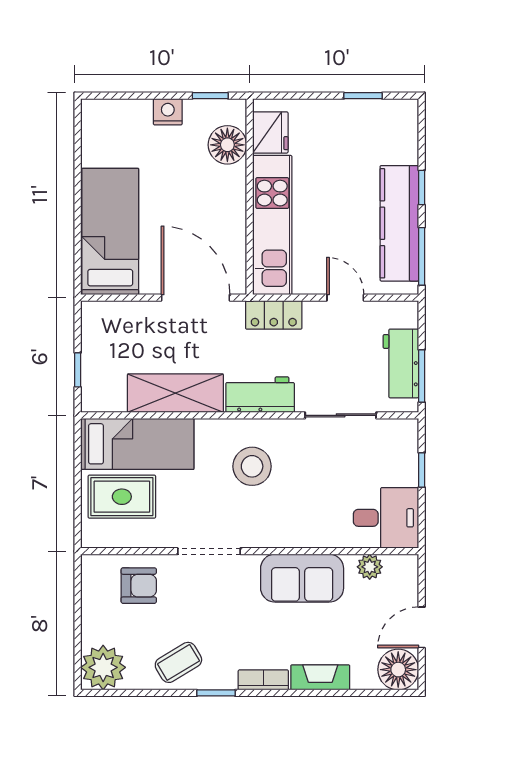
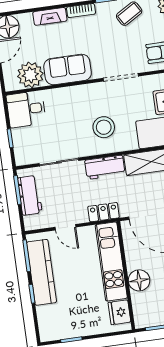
floor lamp: (227, 145) -> (139, 280), moved
plant: (370, 567) -> (30, 75), width x1.88, depth x1.88

